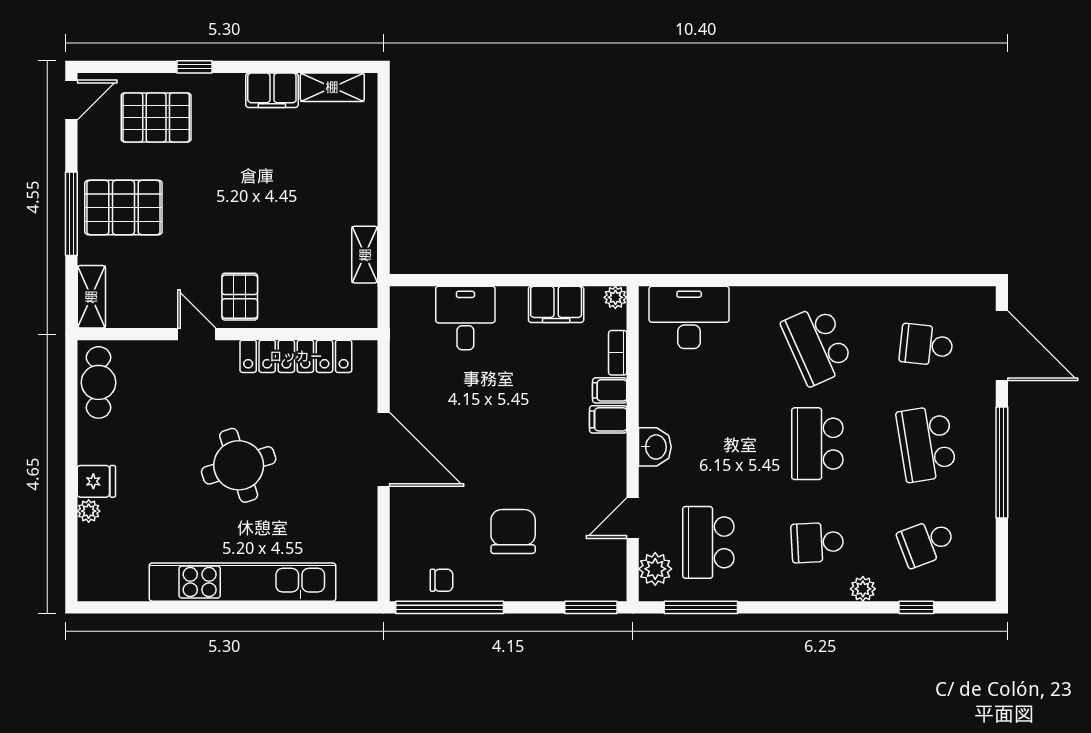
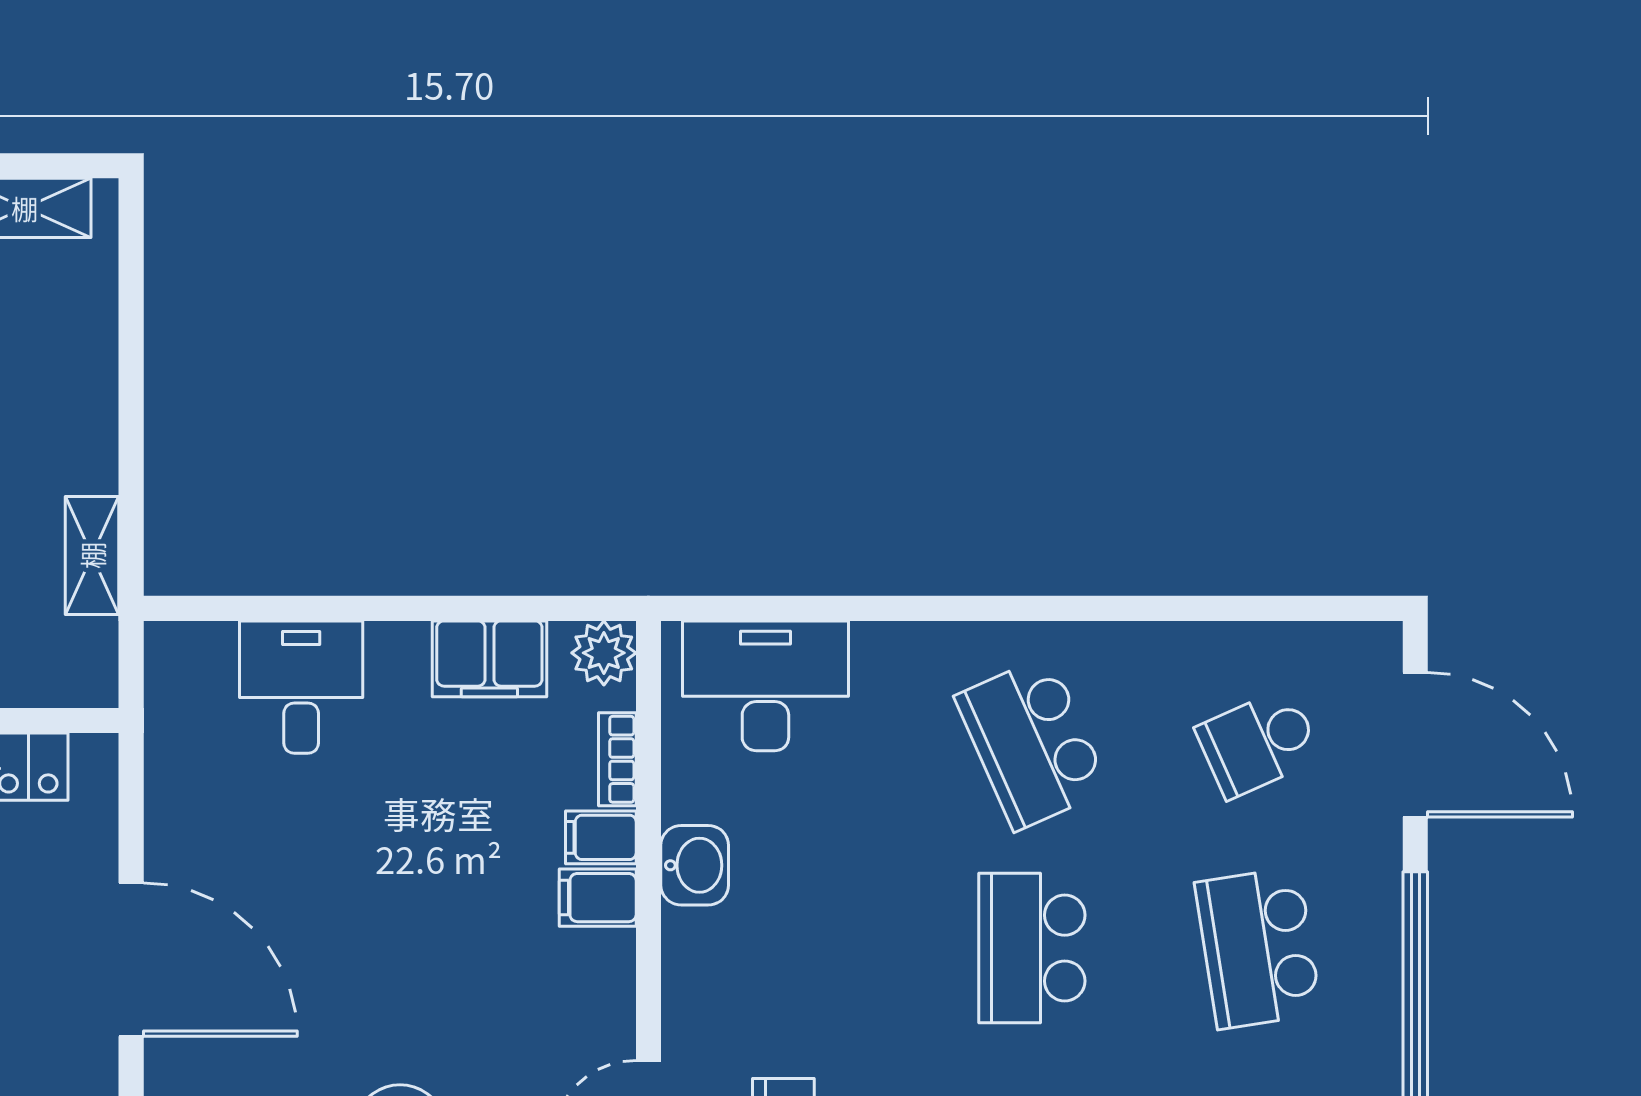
plant: (615, 297) -> (604, 653), width x1.38, depth x1.38
school desk: (926, 345) -> (1258, 743), turned -30
washbasin: (655, 447) -> (695, 865), moved

